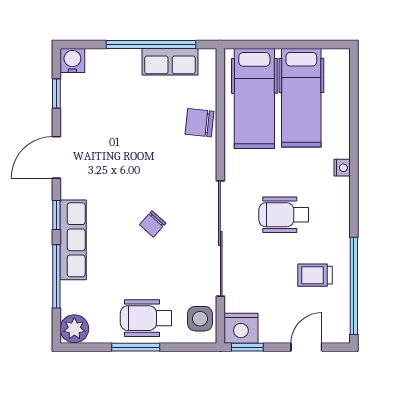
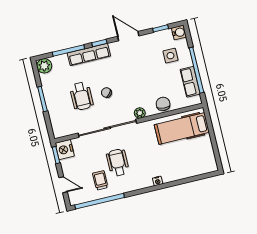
hospital bed: (301, 98) -> (188, 152), removed
plant: (206, 170) -> (140, 113), added
wheelchair: (284, 215) -> (118, 162), moved
wheelchair: (146, 318) -> (81, 96), moved, turned 180
side table: (200, 319) -> (170, 56), moved

